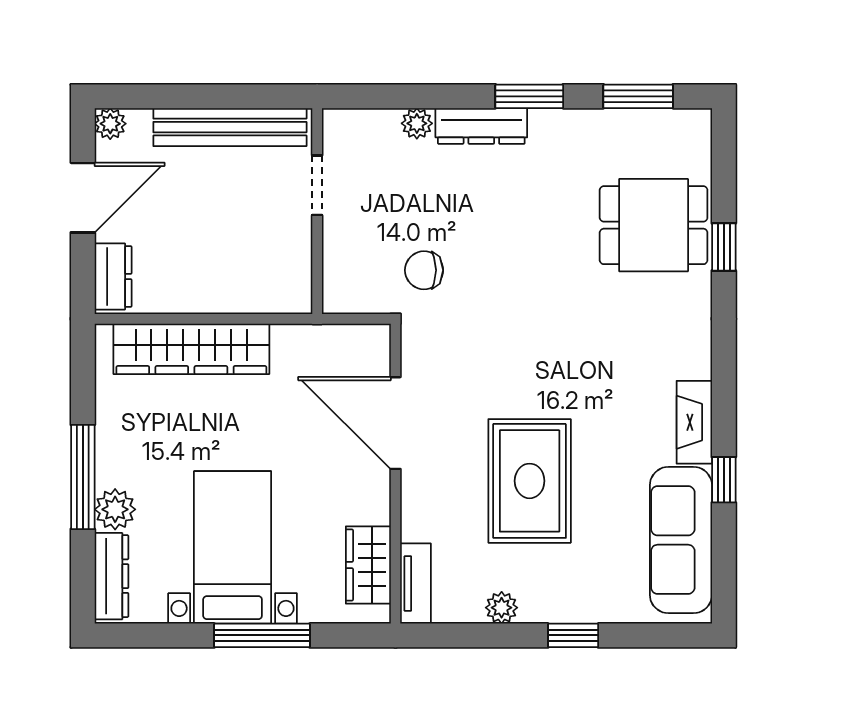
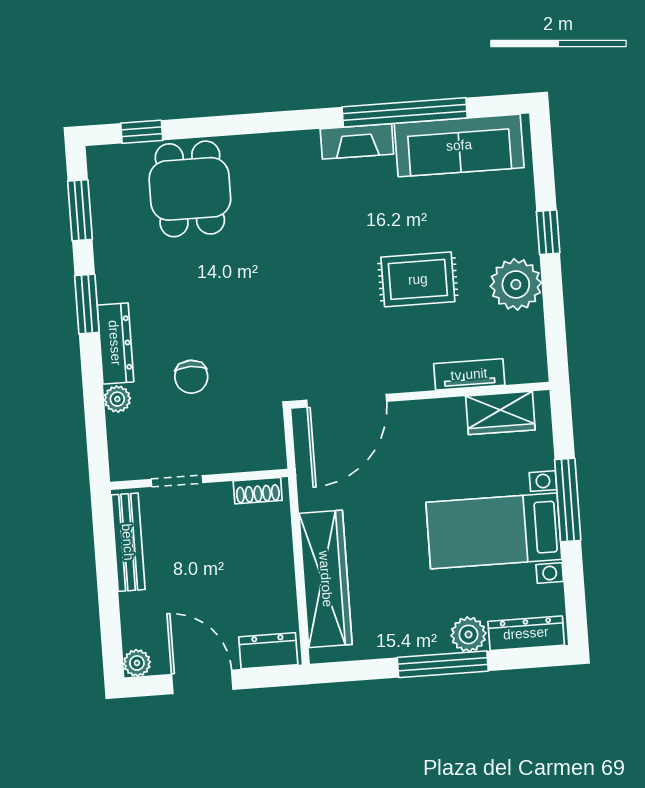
bench: (230, 127) -> (128, 542), width x0.73, depth x0.82
window: (724, 247) -> (142, 132), moved
chair: (424, 270) -> (191, 377), moved
shoe rack: (299, 278) -> (258, 491), added
door: (395, 423) -> (347, 401), moved
window: (724, 480) -> (405, 112), width x3.17
rug: (530, 481) -> (418, 279), width x0.73, depth x0.70
tv unit: (415, 583) -> (469, 374), moved
plant: (502, 608) -> (516, 284), width x1.88, depth x1.88

